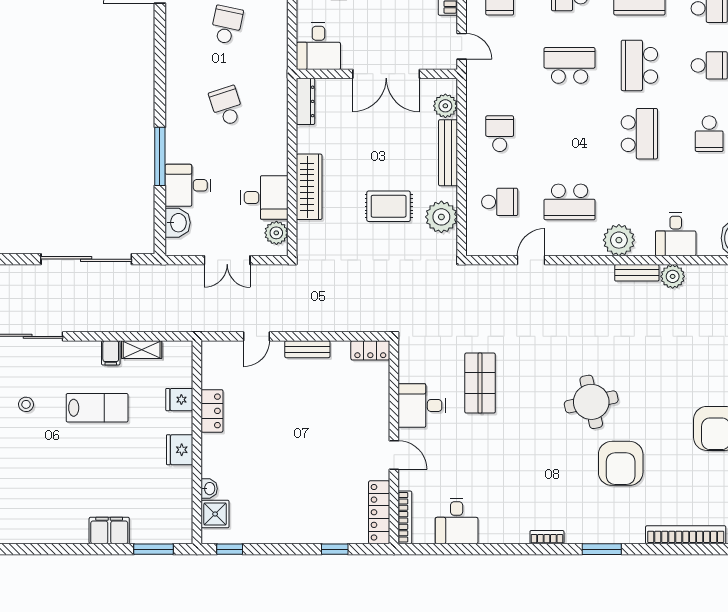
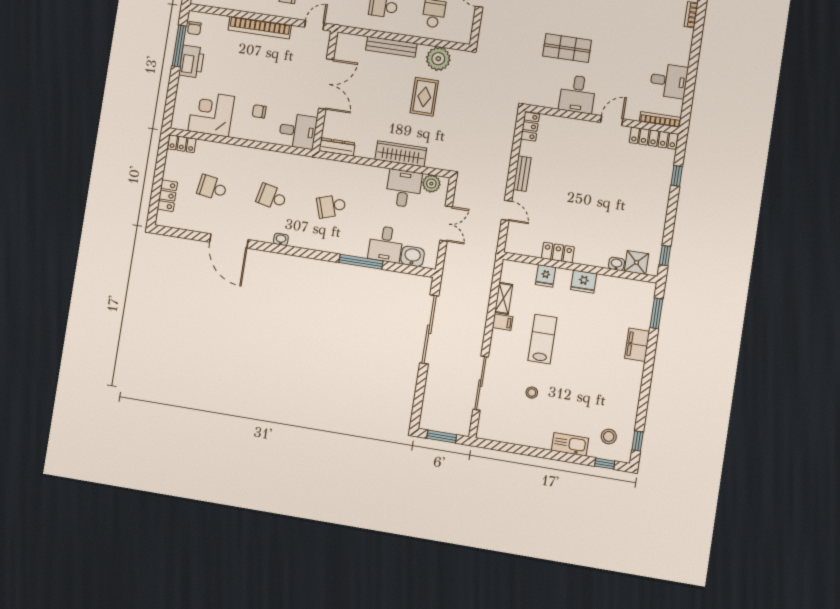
washbasin: (173, 46) -> (281, 239), added
plant: (445, 106) -> (356, 44), removed

